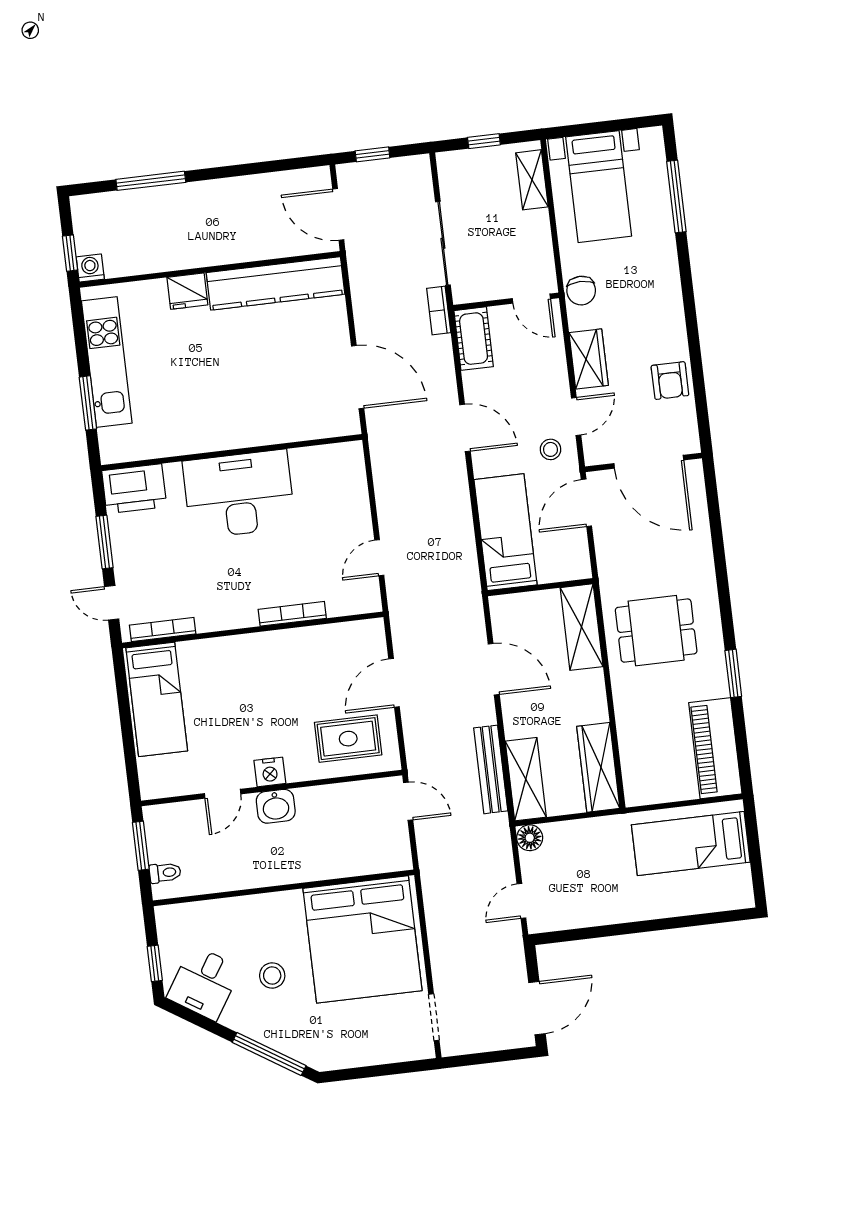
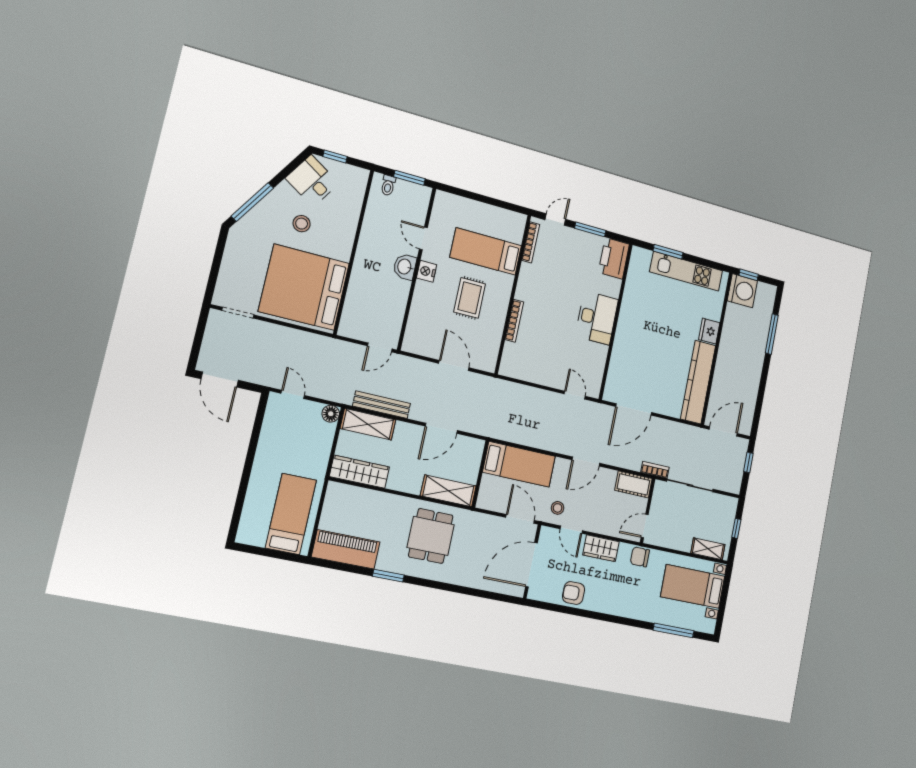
washing machine: (90, 268) -> (742, 291), width x1.89, depth x1.89
desk: (239, 494) -> (597, 318), width x0.73, depth x0.77
door: (379, 558) -> (575, 395), moved
bed: (157, 699) -> (486, 251), moved
rug: (348, 739) -> (470, 298), moved

